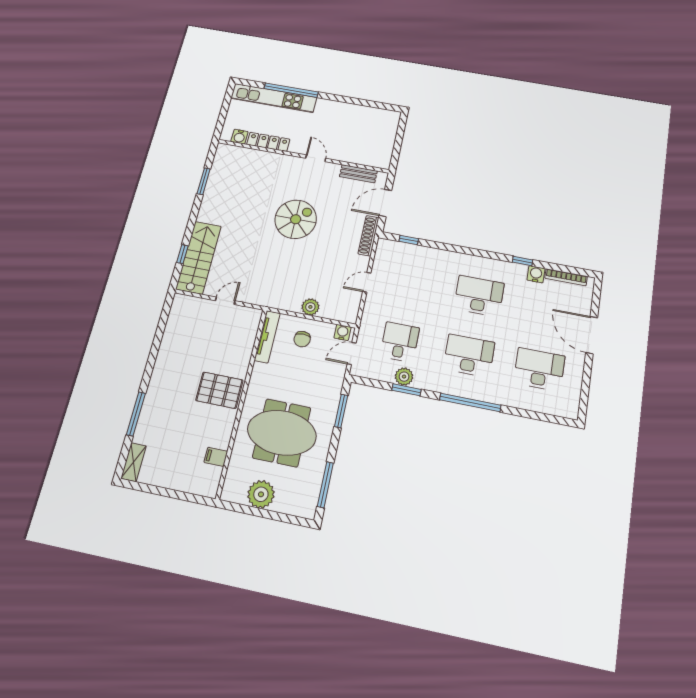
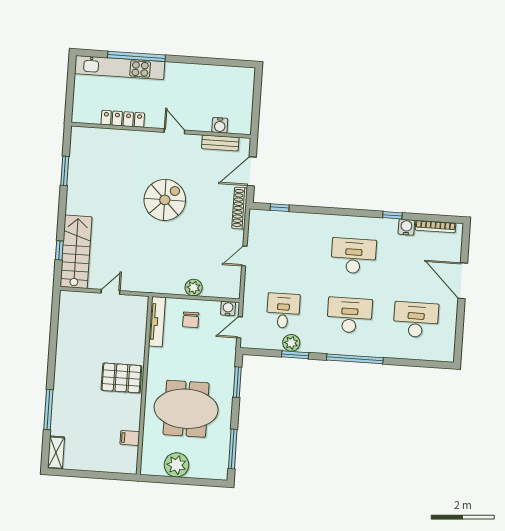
water cooler: (239, 137) -> (220, 125), moved

